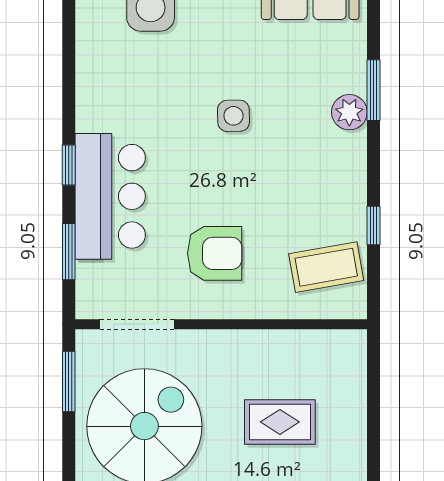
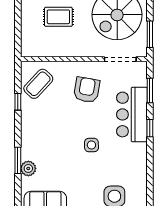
plant: (349, 112) -> (28, 168), moved
side table: (233, 116) -> (91, 145), moved
armchair: (215, 253) -> (87, 90), turned 100
coffee table: (326, 267) -> (38, 84), turned -37

